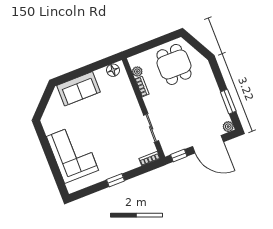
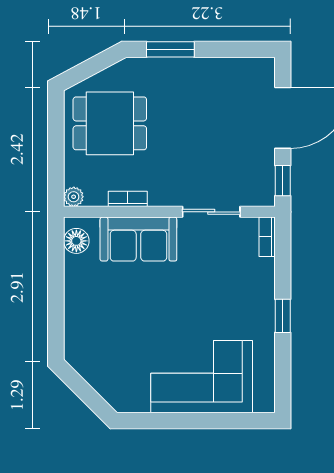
plant: (137, 72) -> (74, 197), moved
sofa: (79, 89) -> (138, 239), moved, turned 90
window: (228, 102) -> (170, 49), moved
plant: (228, 127) -> (265, 68), removed

